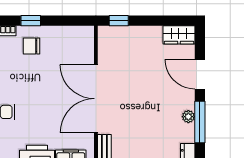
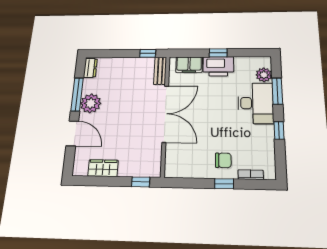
wardrobe: (179, 35) -> (103, 168), moved
plant: (188, 117) -> (91, 103), width x1.88, depth x1.88

